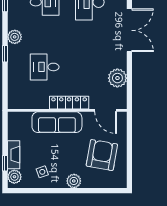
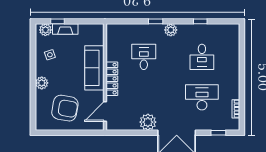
plant: (117, 78) -> (148, 122), moved

